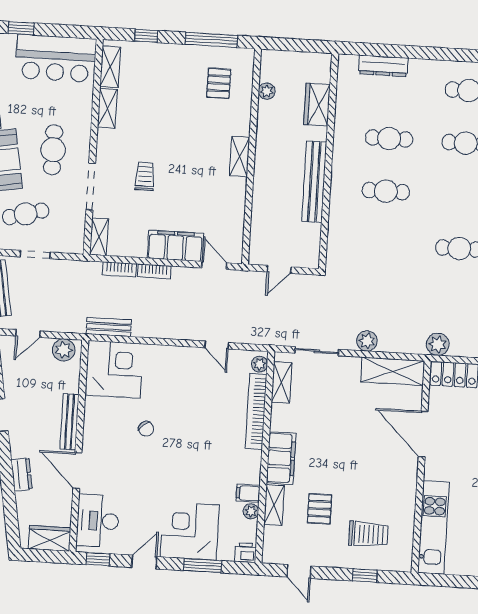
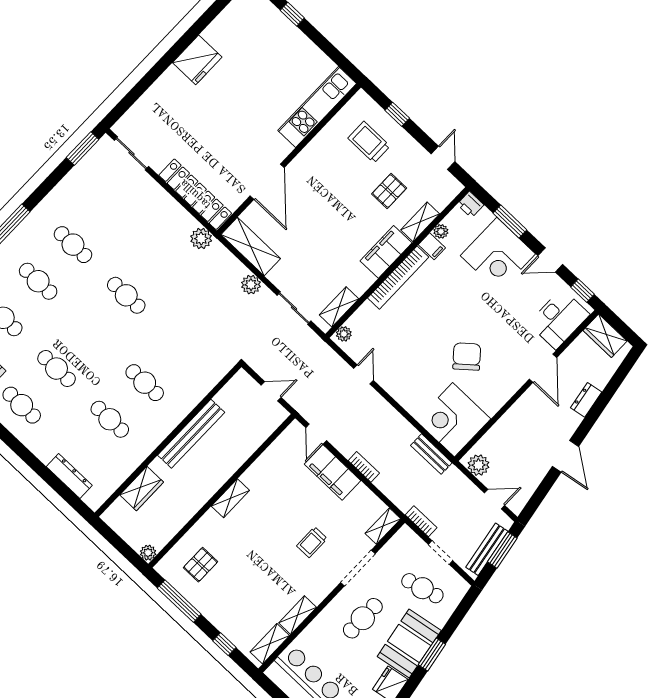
plant: (267, 91) -> (148, 553), moved
bookcase: (119, 269) -> (421, 521), moved
bookcase: (256, 411) -> (398, 278), moved
bench: (69, 422) -> (519, 409), removed
chair: (146, 429) -> (467, 357), width x1.87, depth x1.87

